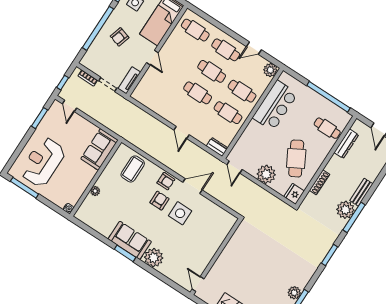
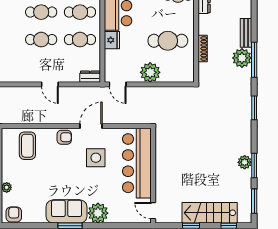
cafe table: (296, 158) -> (168, 41), turned -61
fridge: (294, 194) -> (112, 40), moved, turned 180
armchair: (159, 201) -> (14, 214), moved
bar counter: (210, 239) -> (137, 163), added

